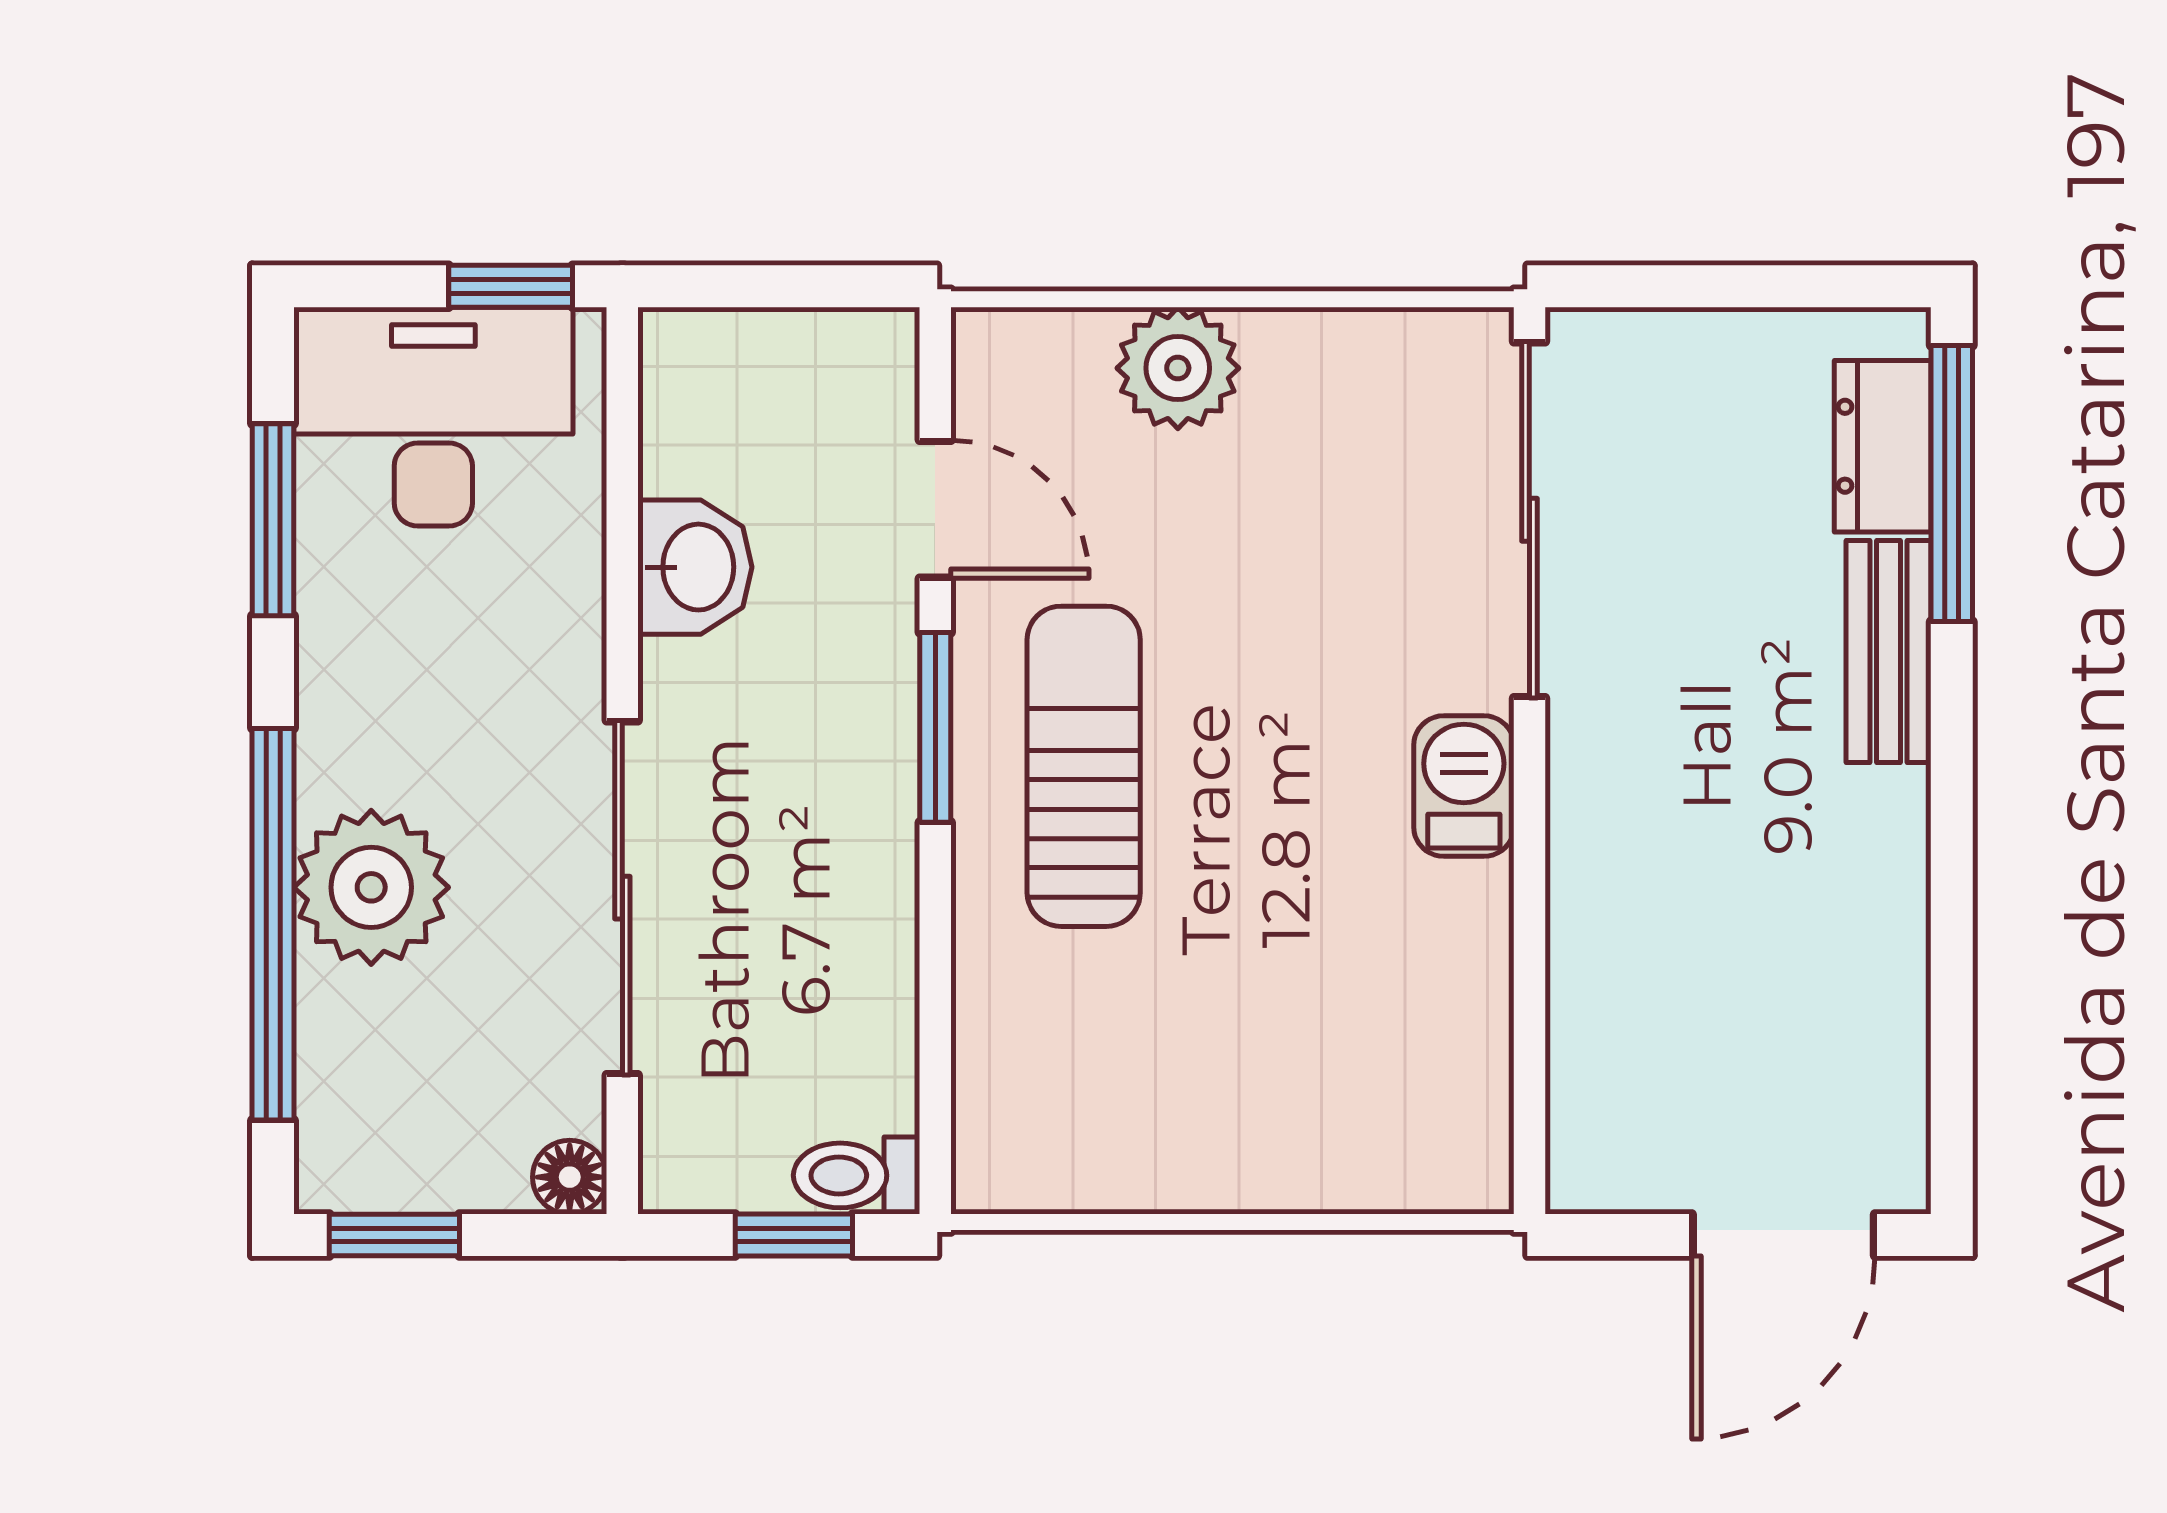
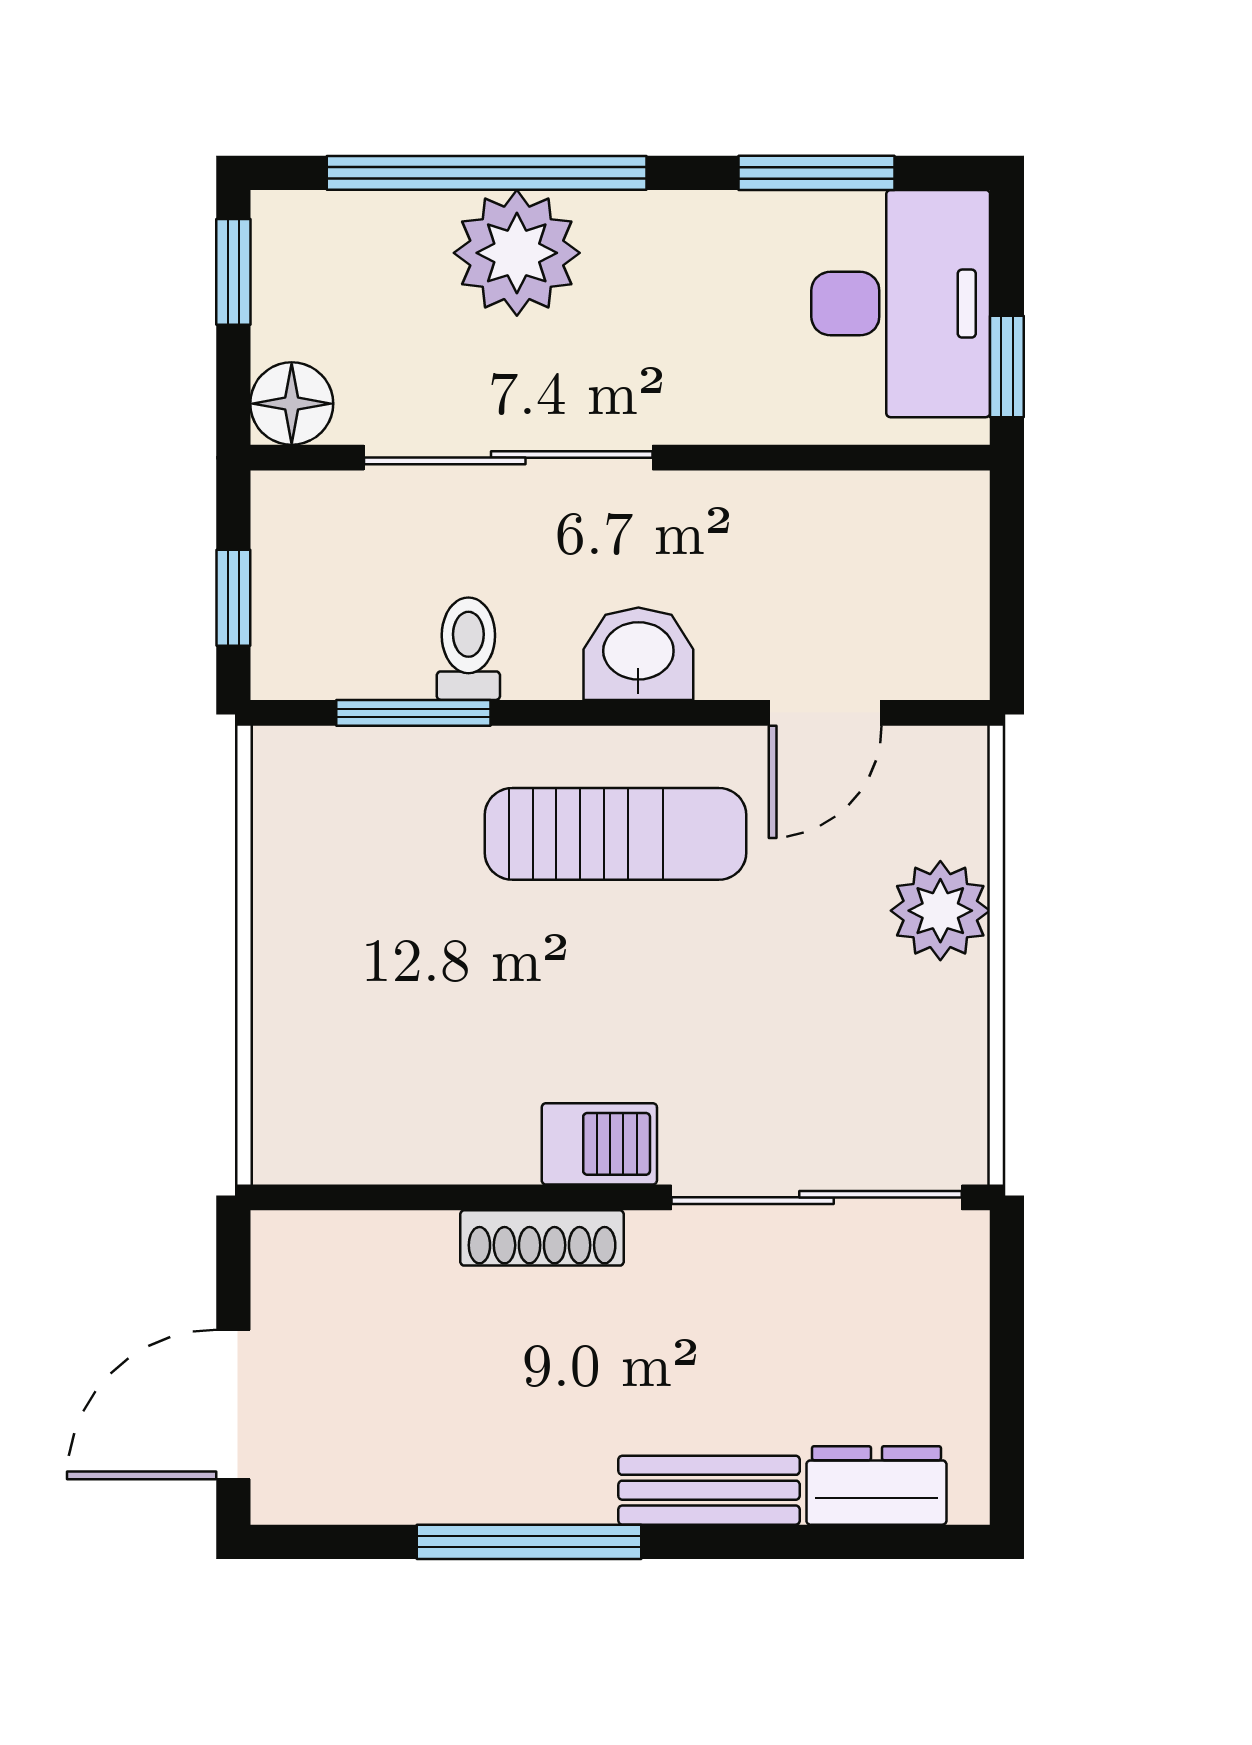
window: (1952, 483) -> (529, 1542), moved
washbasin: (695, 567) -> (638, 654), moved, turned 180
window: (935, 727) -> (413, 713), moved
shoe rack: (1579, 856) -> (542, 1238), added
toilet: (857, 1175) -> (468, 649), moved
floor lamp: (570, 1177) -> (292, 404), width x1.37, depth x1.37
door: (1783, 1235) -> (233, 1404), hinge flipped

